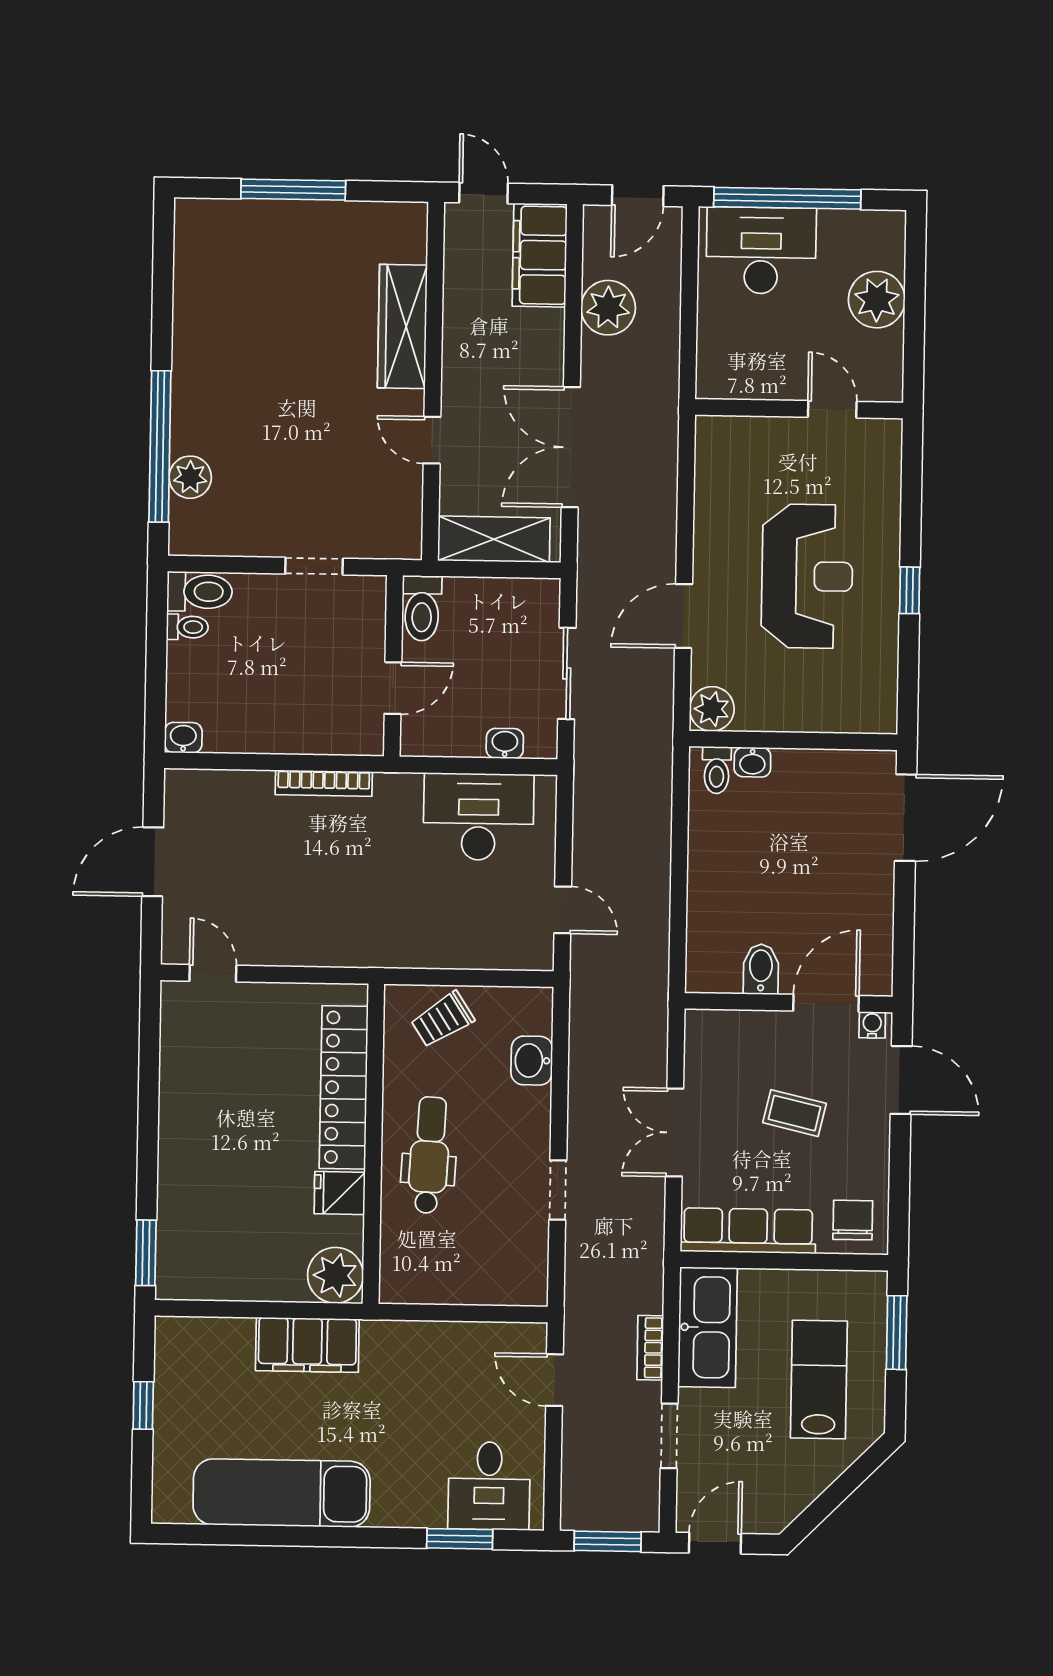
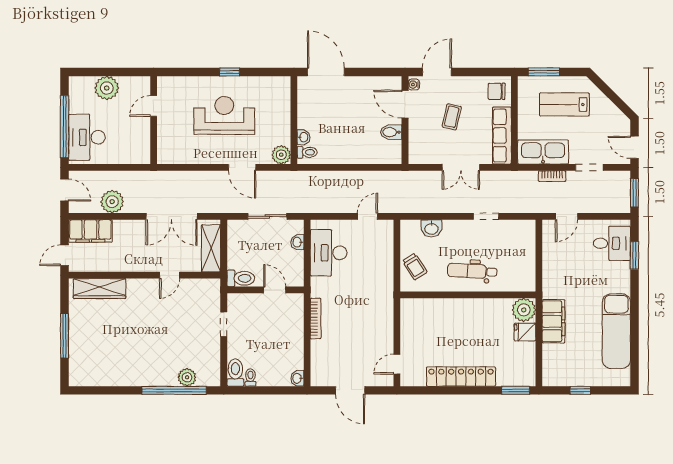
wardrobe: (402, 326) -> (100, 289), moved
locker: (344, 1087) -> (461, 377), moved, turned 180
fridge: (340, 1193) -> (525, 332), moved, turned 90

